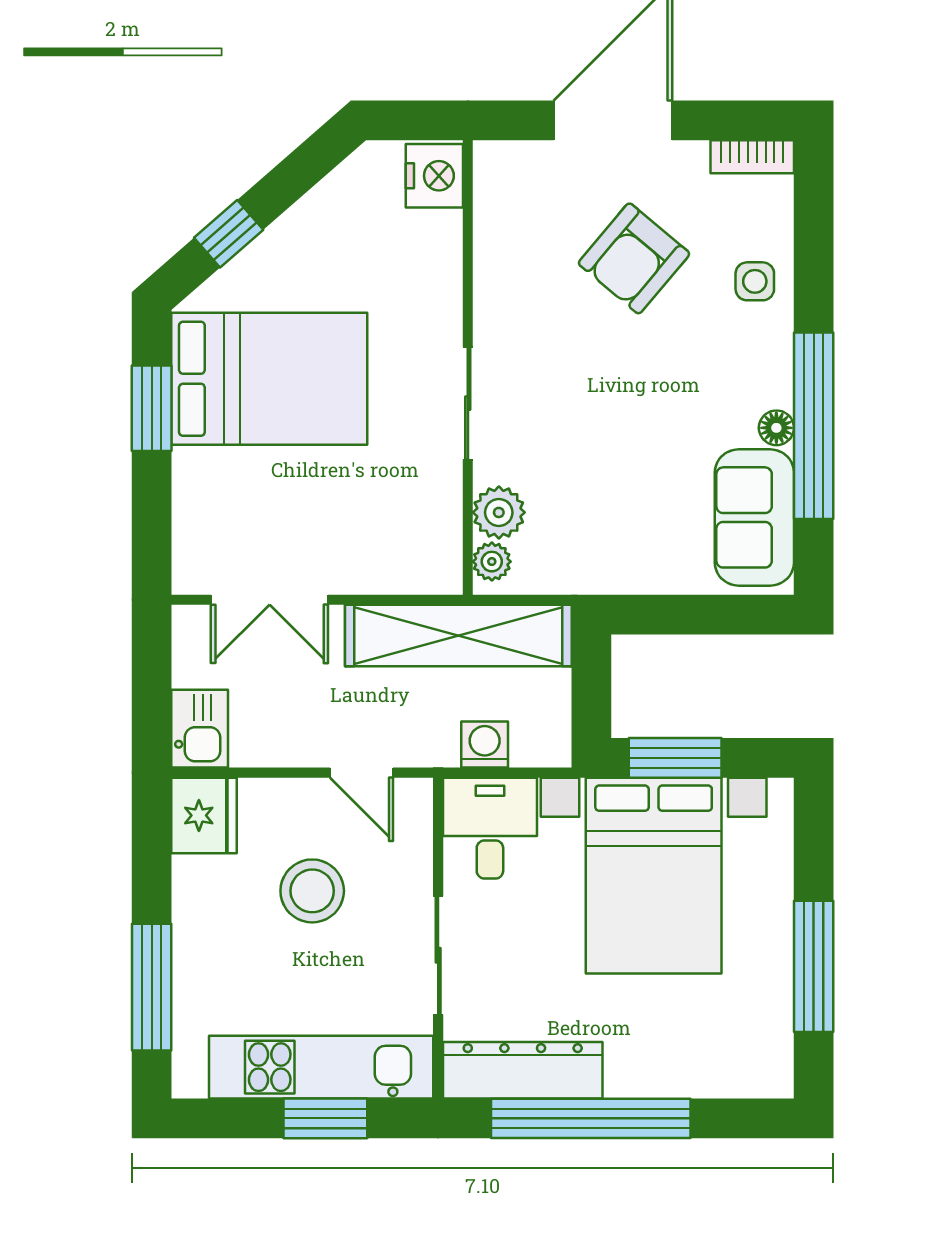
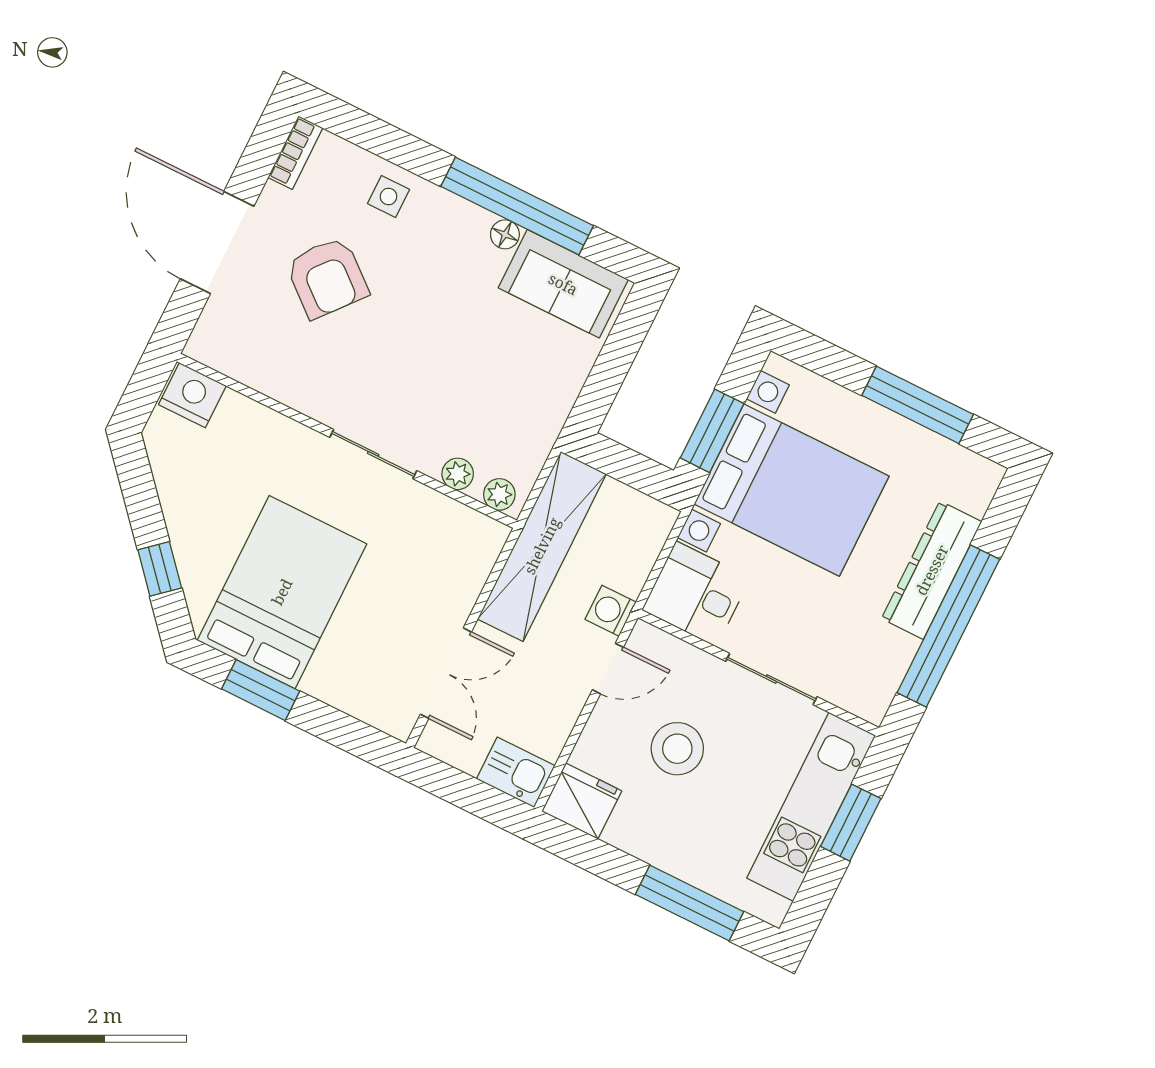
plant: (499, 512) -> (458, 474), width x0.73, depth x0.73
washing machine: (485, 744) -> (611, 611), moved
dresser: (523, 1070) -> (932, 570), moved

